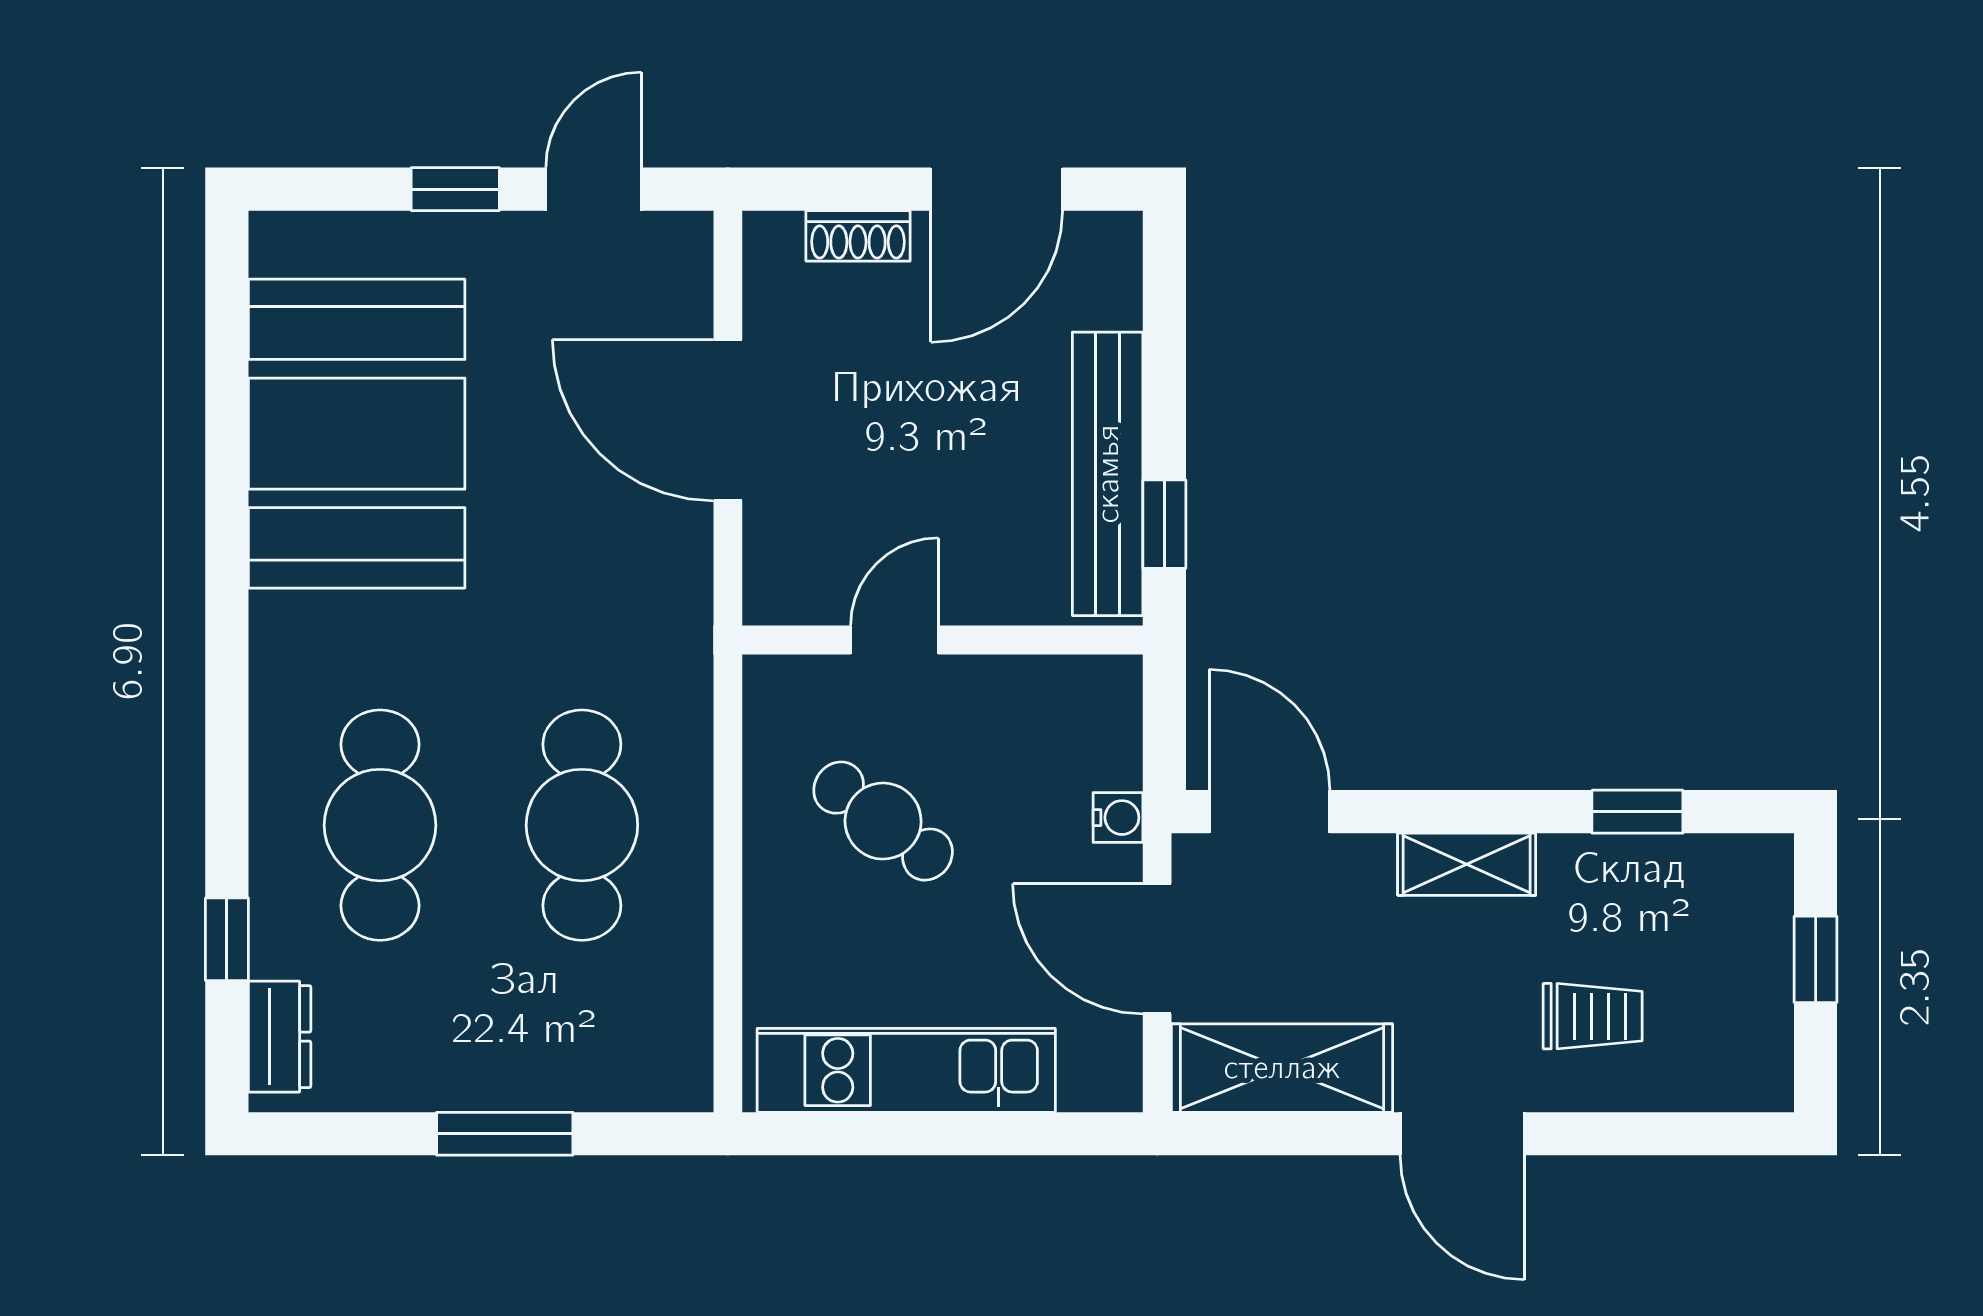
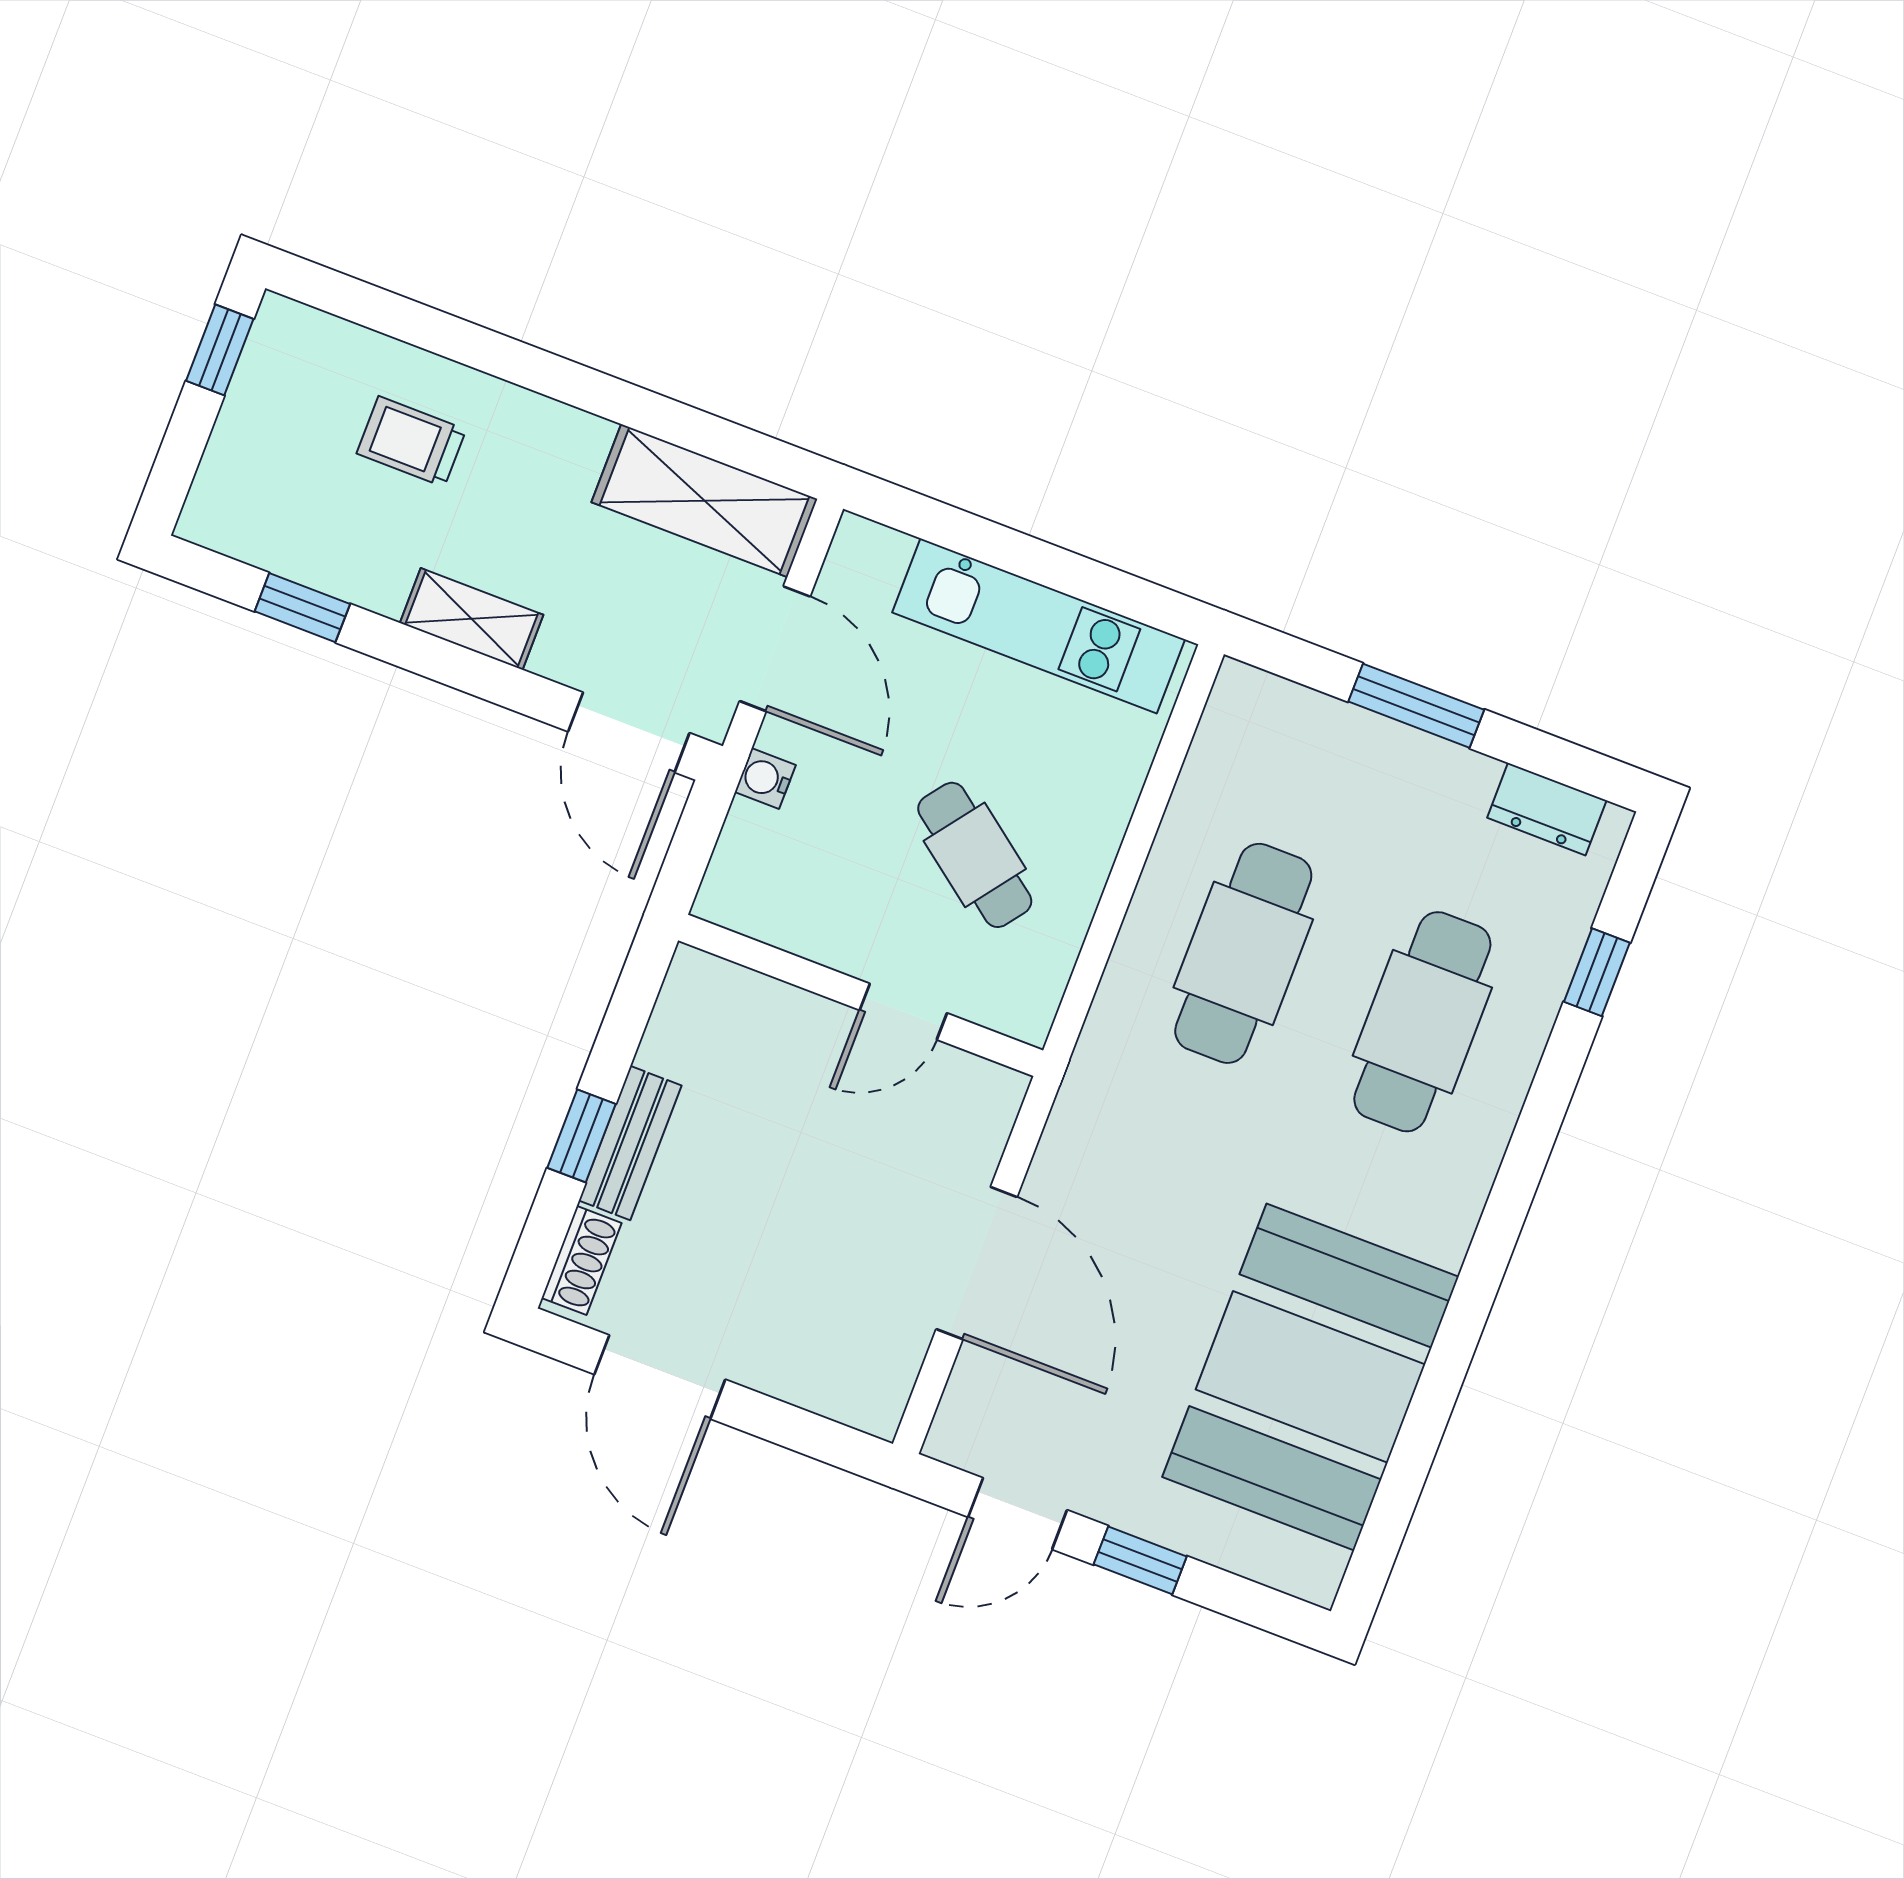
door: (997, 189) -> (660, 1377), swing flipped
shoe rack: (858, 236) -> (581, 1260), moved, turned 90
bench: (1108, 474) -> (630, 1143), width x0.54, depth x0.82
window: (1164, 524) -> (582, 1136), moved
window: (1816, 959) -> (220, 350), moved
dresser: (280, 1037) -> (1547, 809), moved, turned -90
door: (1462, 1134) -> (567, 381), removed

